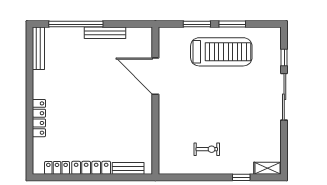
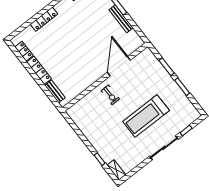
treadmill: (221, 52) -> (146, 116), moved, turned 90
exercise bike: (207, 149) -> (110, 95), moved

